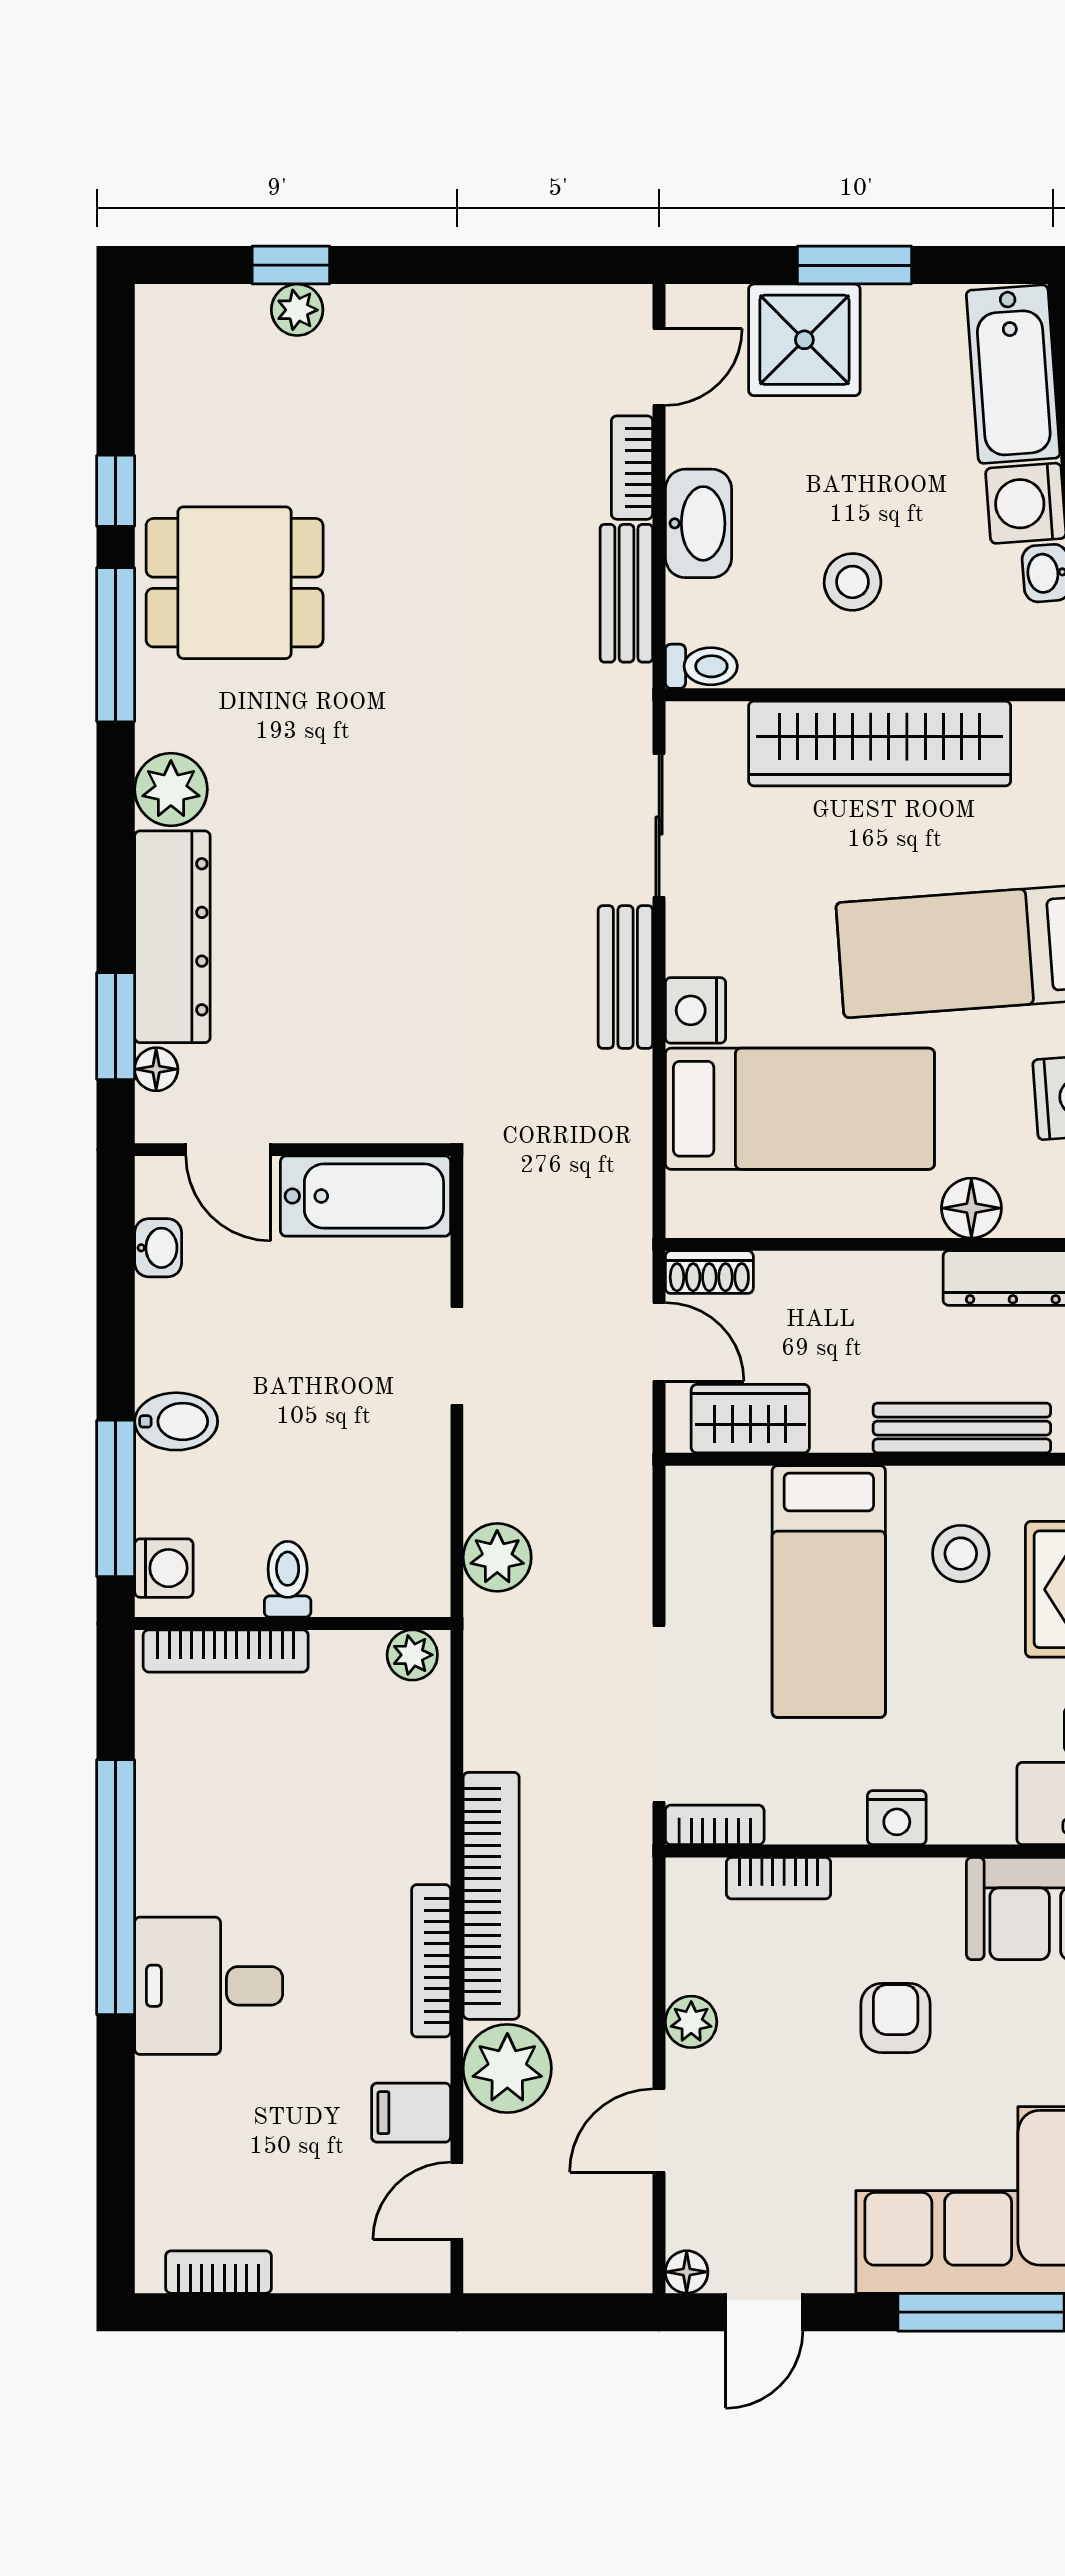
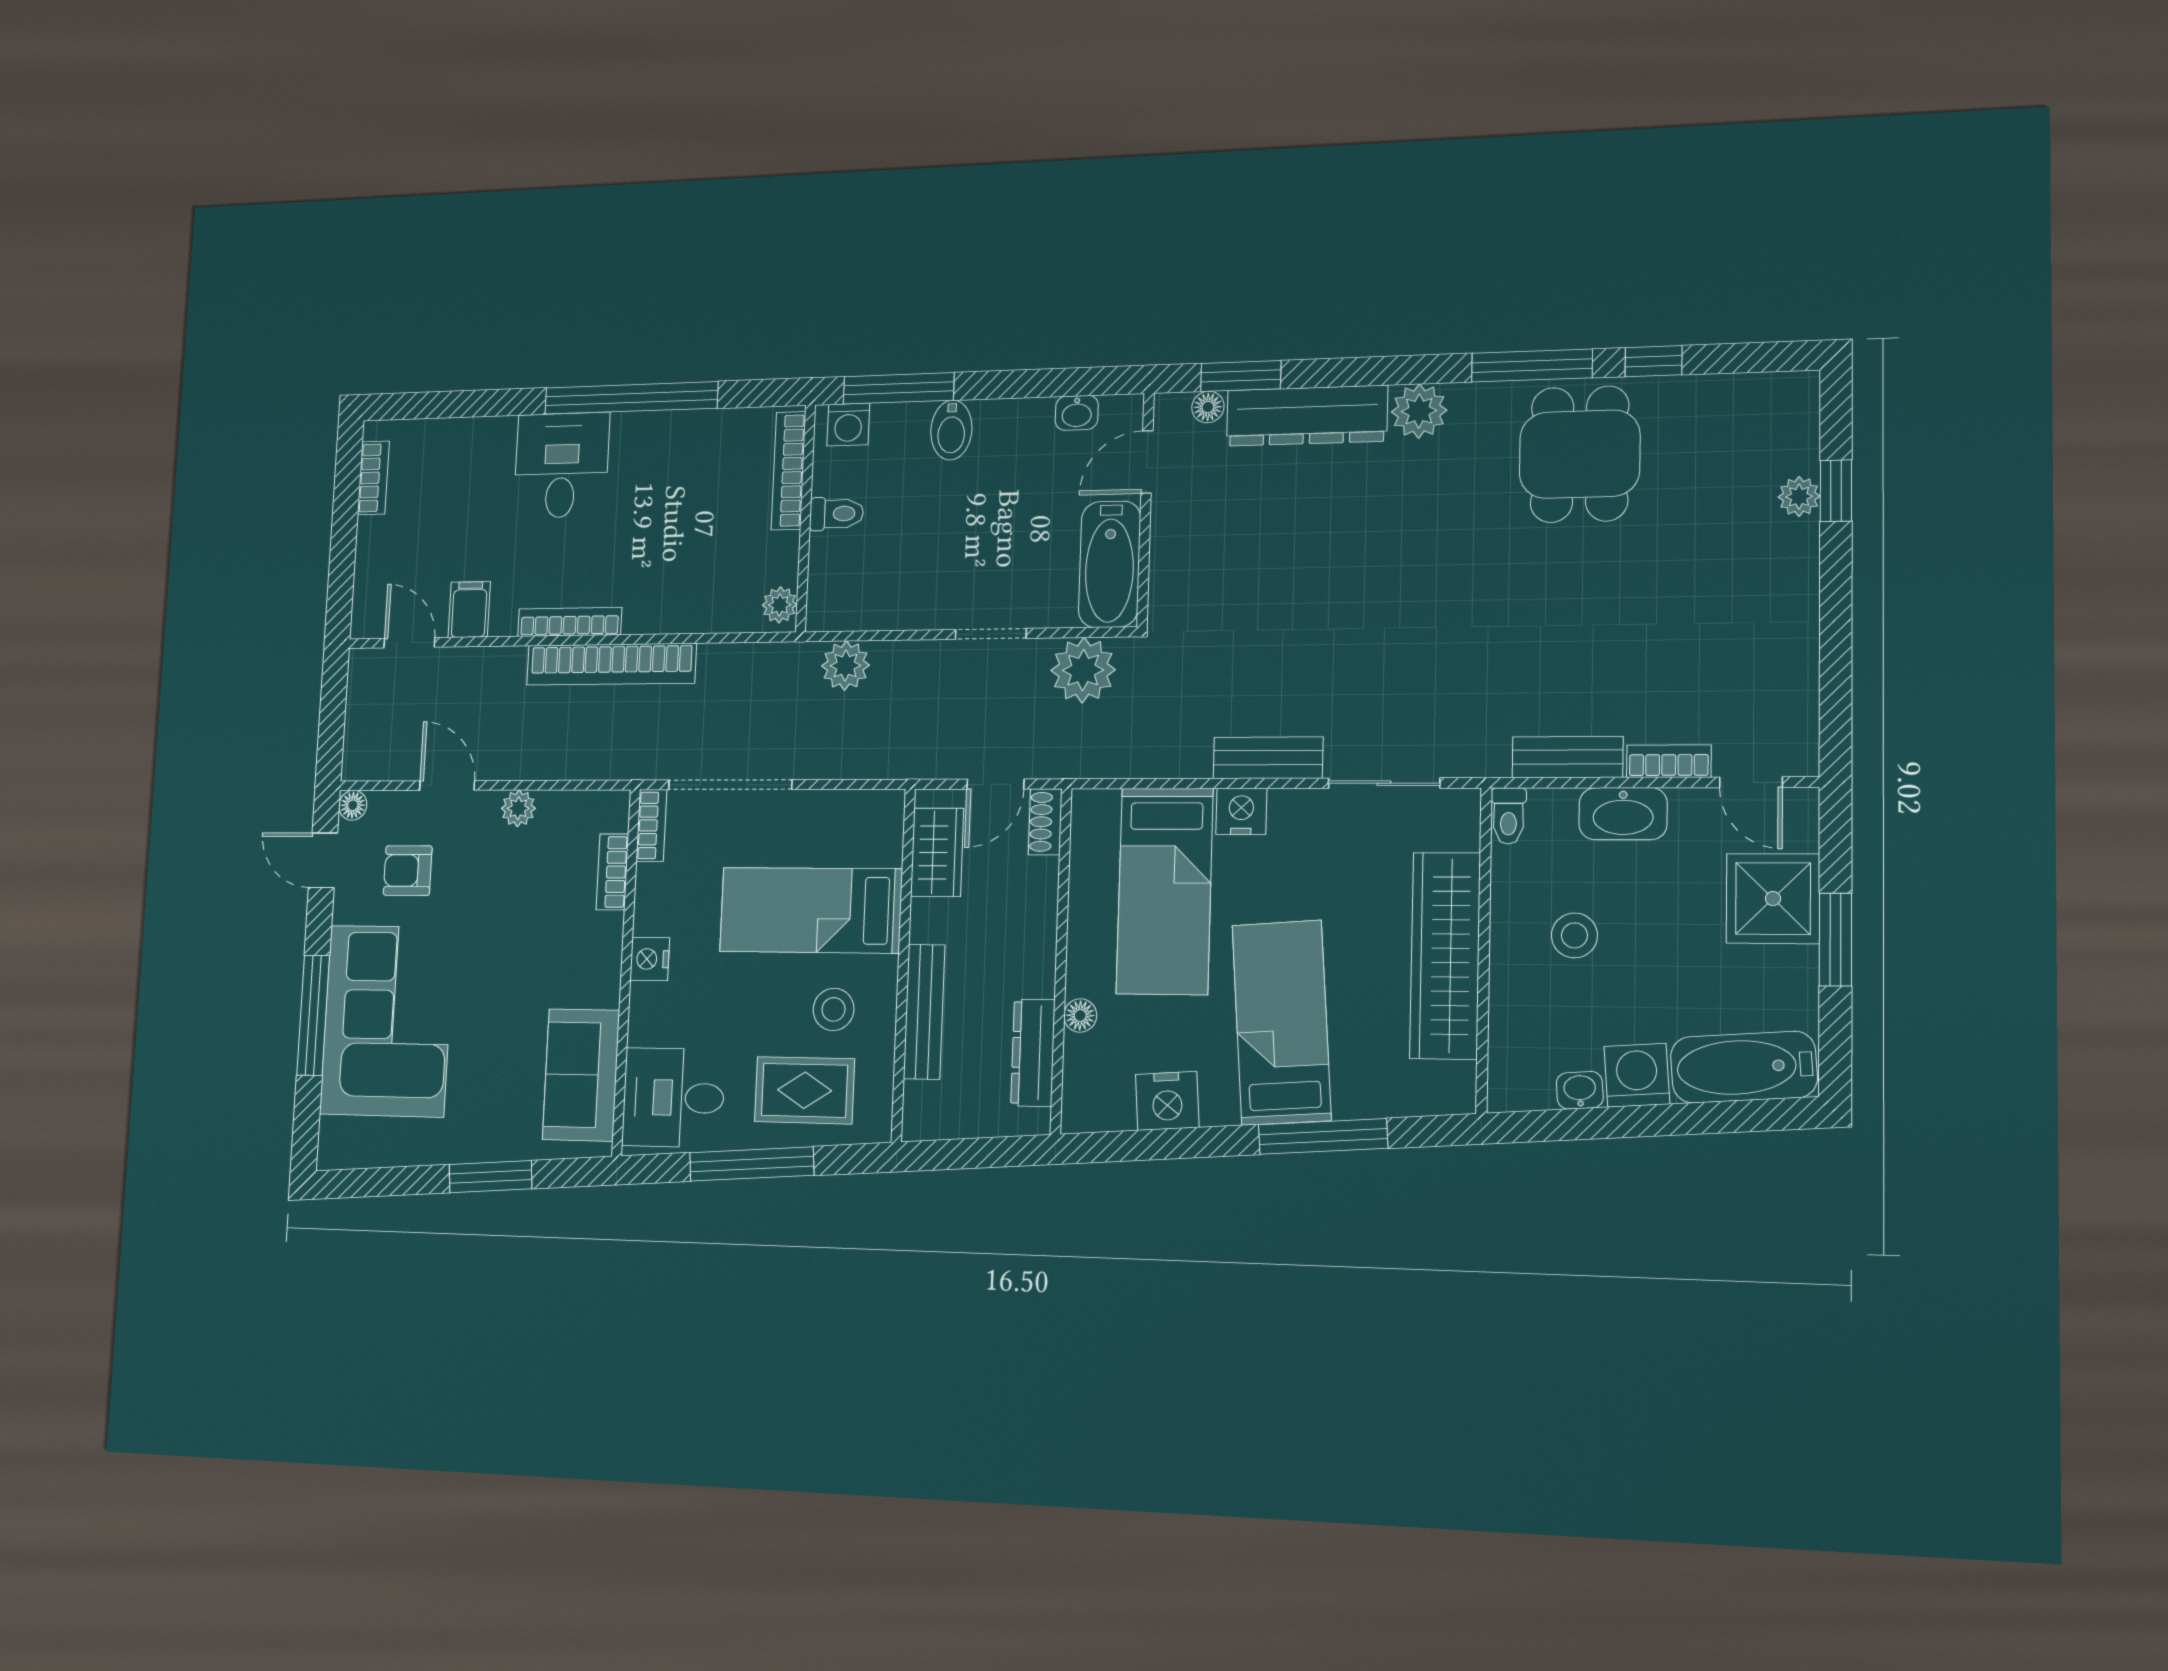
floor lamp: (971, 1208) -> (1080, 1015), width x0.73, depth x0.73
armchair: (896, 2018) -> (408, 871), moved, turned 180
plant: (507, 2068) -> (1083, 670), moved

